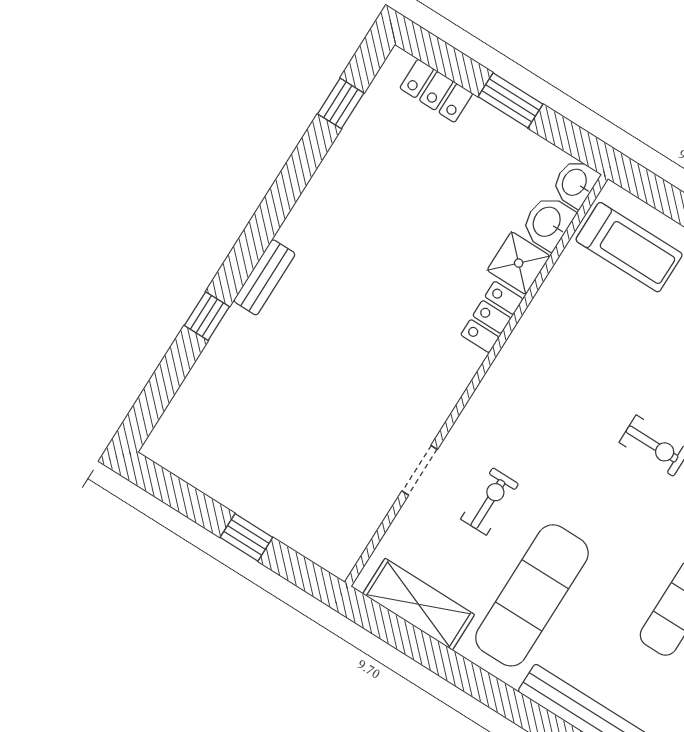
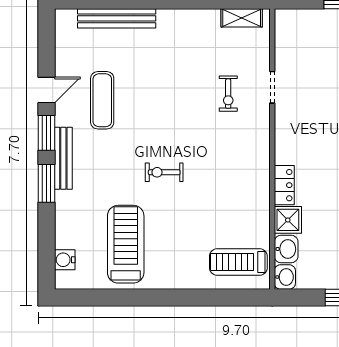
exercise mat: (532, 595) -> (178, 61), removed
shelving: (419, 604) -> (242, 18), width x0.67, depth x0.75

